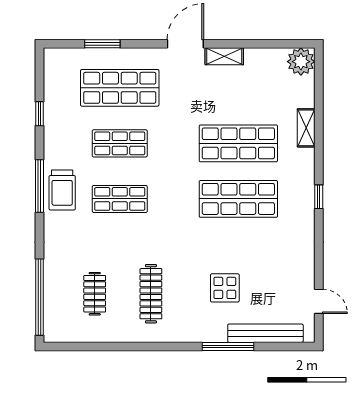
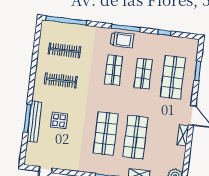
trolley: (62, 190) -> (122, 40), turned 180
clothes rail: (95, 294) -> (64, 50), width x1.36
bench: (265, 333) -> (34, 121), moved

